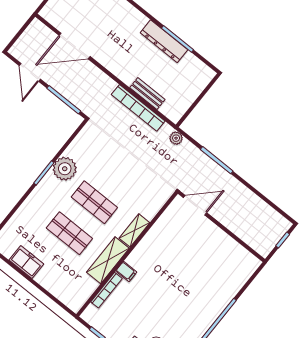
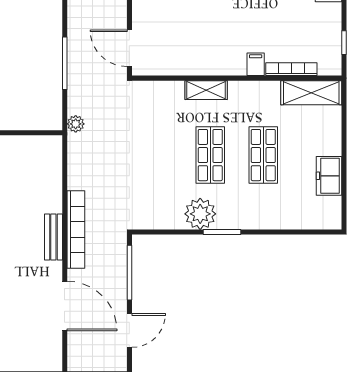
bench: (147, 94) -> (53, 237), moved
bookcase: (138, 108) -> (76, 229), moved
shelving: (108, 260) -> (311, 93), moved

